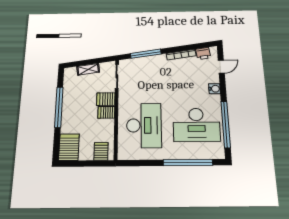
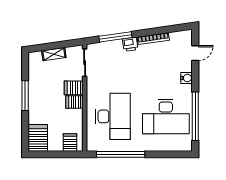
printer: (203, 53) -> (130, 44), moved
window: (59, 107) -> (25, 96), width x0.68
window: (188, 162) -> (121, 154), moved

